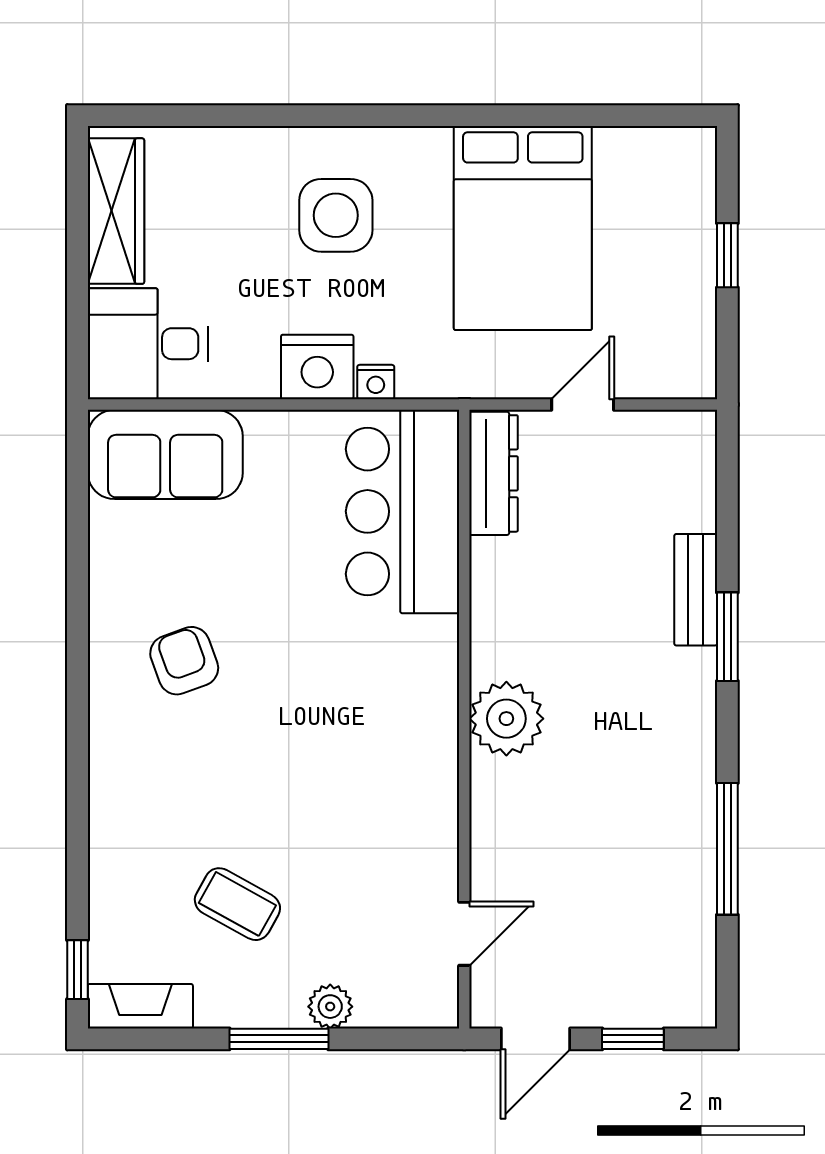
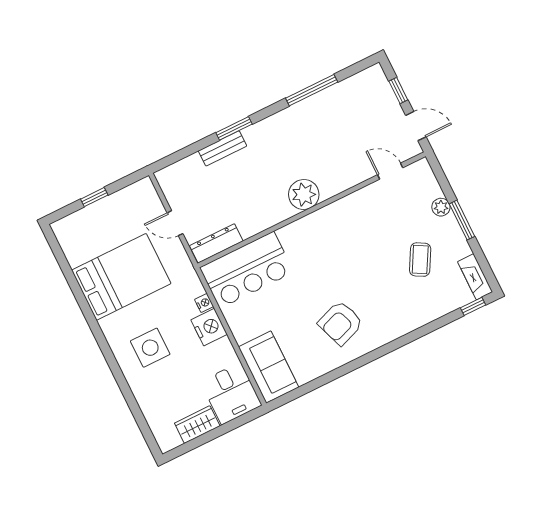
wardrobe: (116, 211) -> (197, 425), width x0.67
armchair: (184, 661) -> (341, 323), width x1.38, depth x1.38

